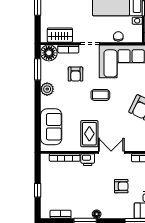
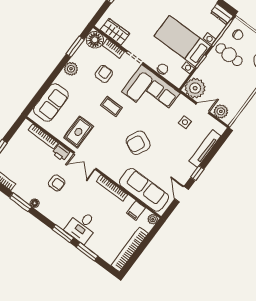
armchair: (76, 74) -> (104, 74), turned 180
double door: (111, 152) -> (85, 161), swing flipped
armchair: (121, 186) -> (57, 183), moved

